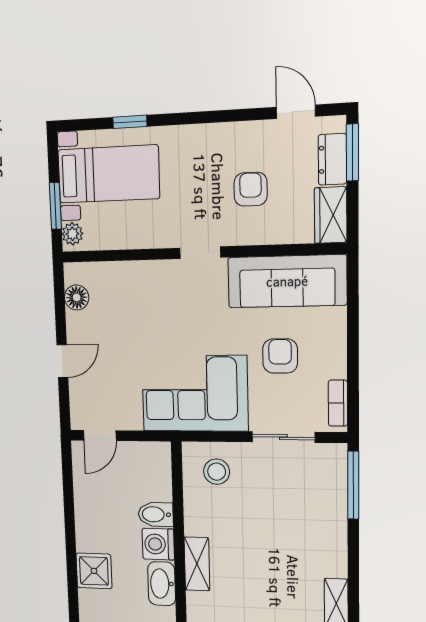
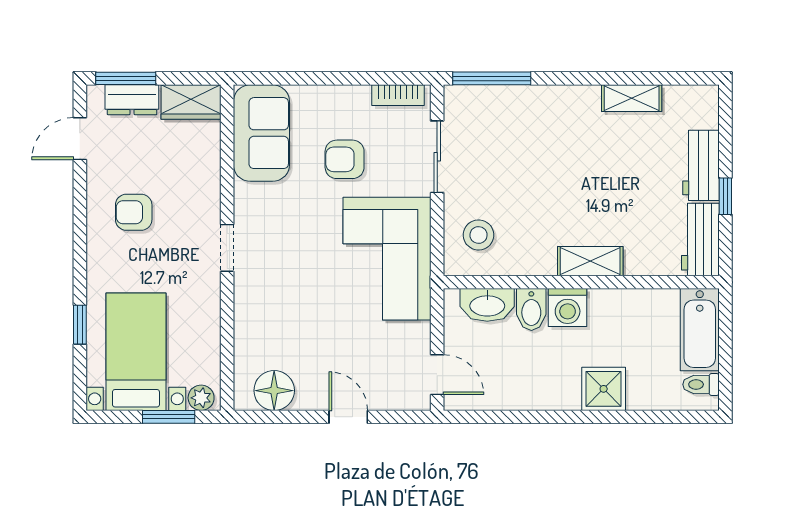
armchair: (251, 189) -> (134, 212), moved
sofa: (287, 281) -> (261, 133), width x0.73
floor lamp: (77, 297) -> (274, 391), width x1.38, depth x1.38
washbasin: (162, 584) -> (487, 305), moved

